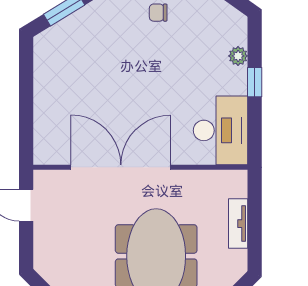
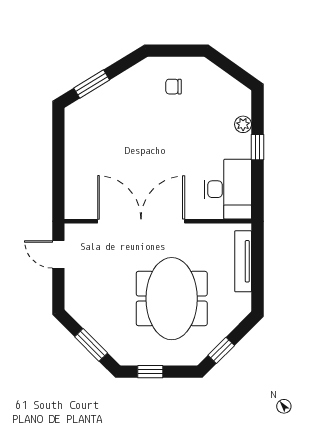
tv unit: (238, 224) -> (243, 261), width x1.41

